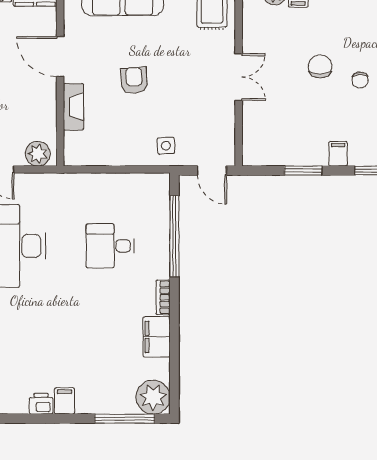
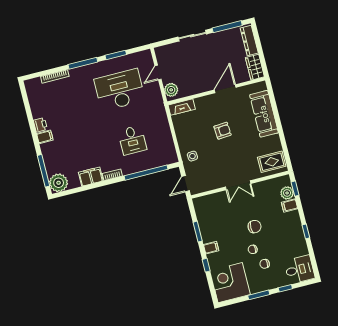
fireplace: (73, 107) -> (182, 107), moved
desk: (110, 246) -> (132, 140), turned 180

